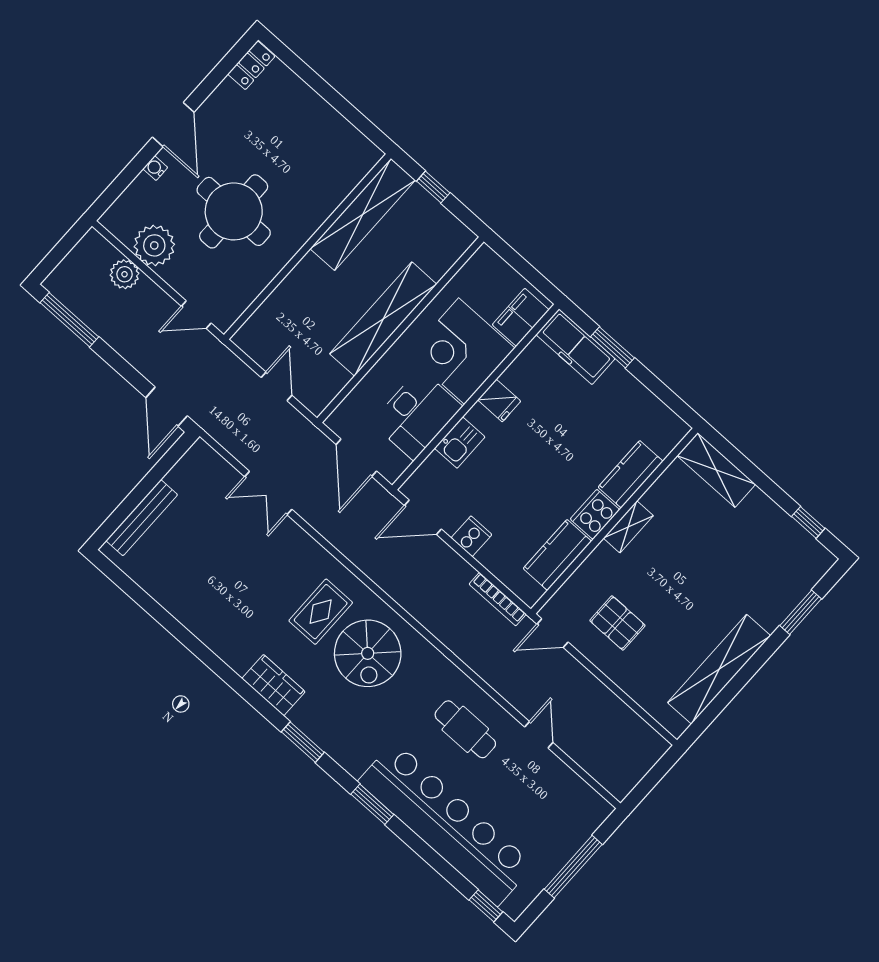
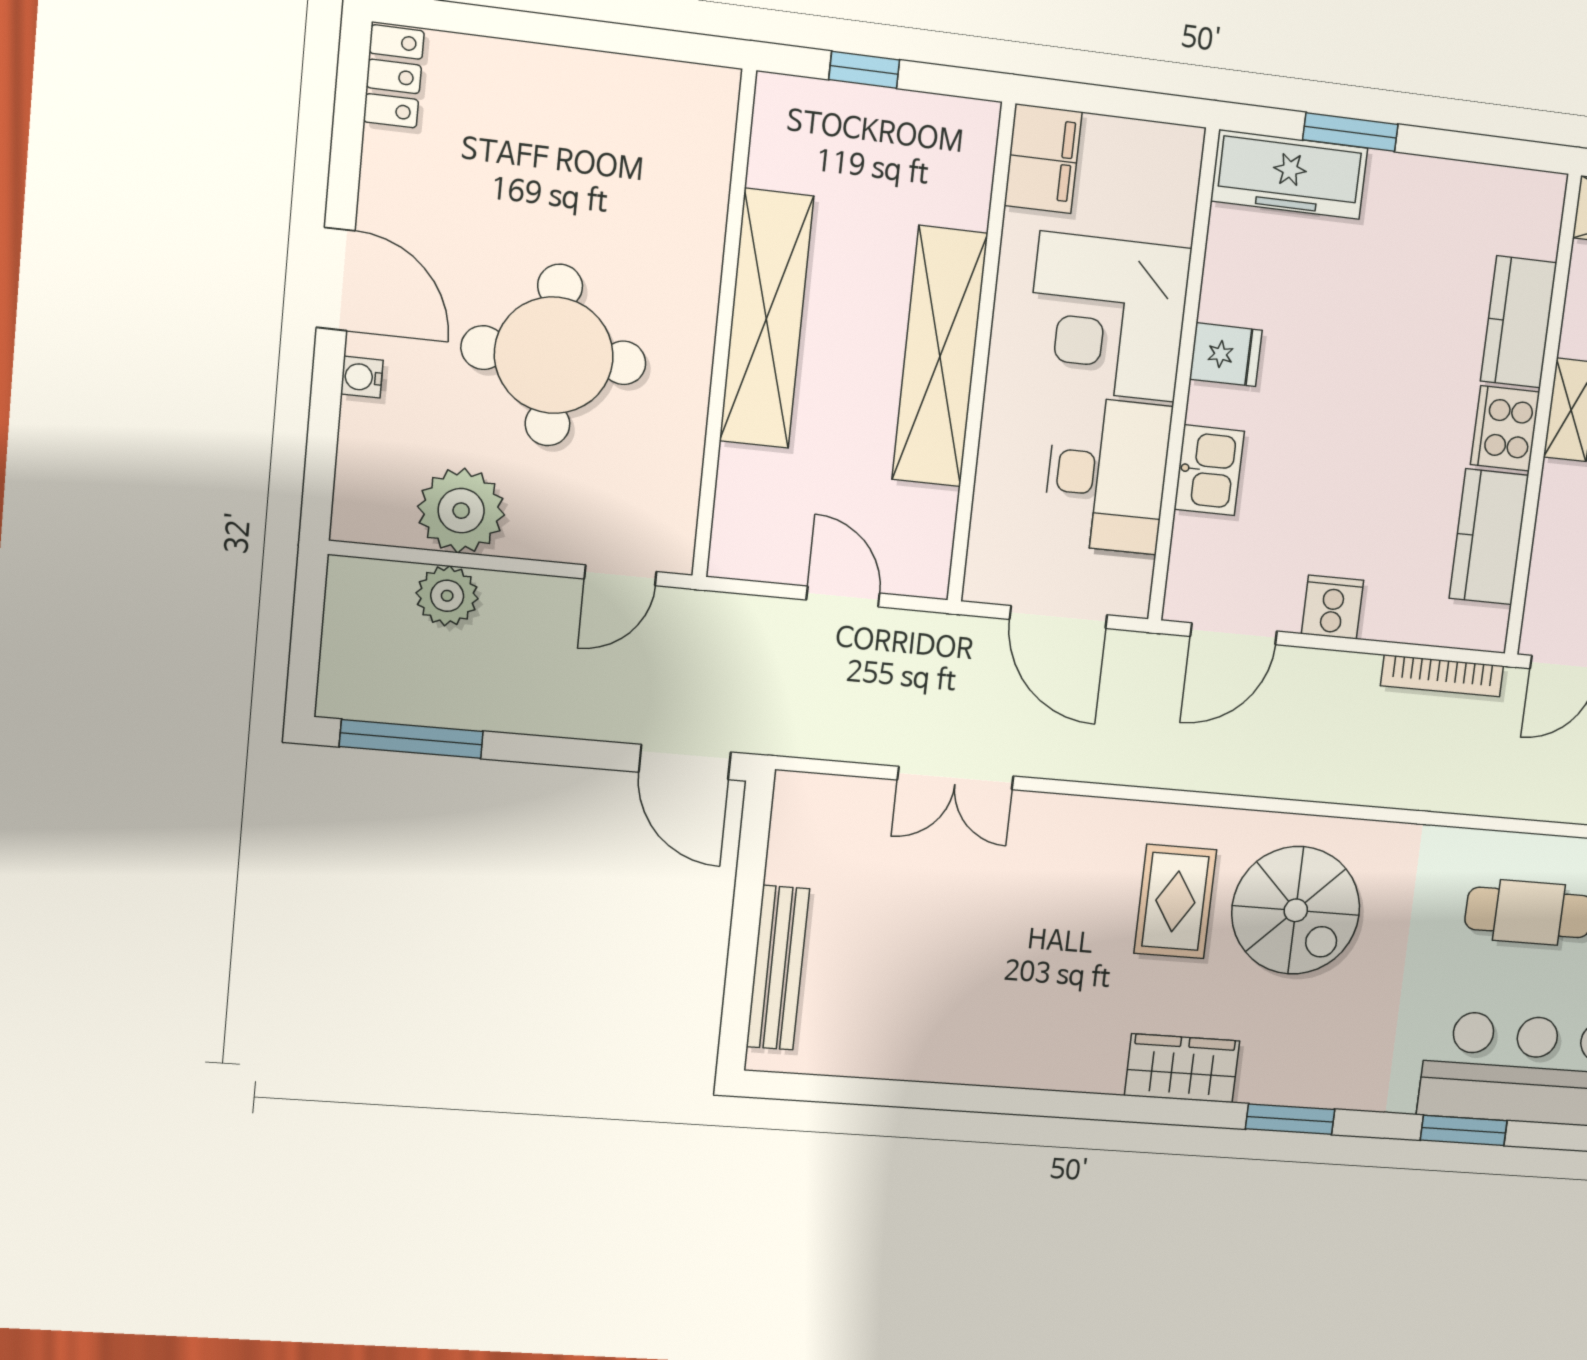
shelving: (363, 214) -> (766, 319), moved
filing cabinet: (521, 317) -> (1043, 159), moved, turned 180

